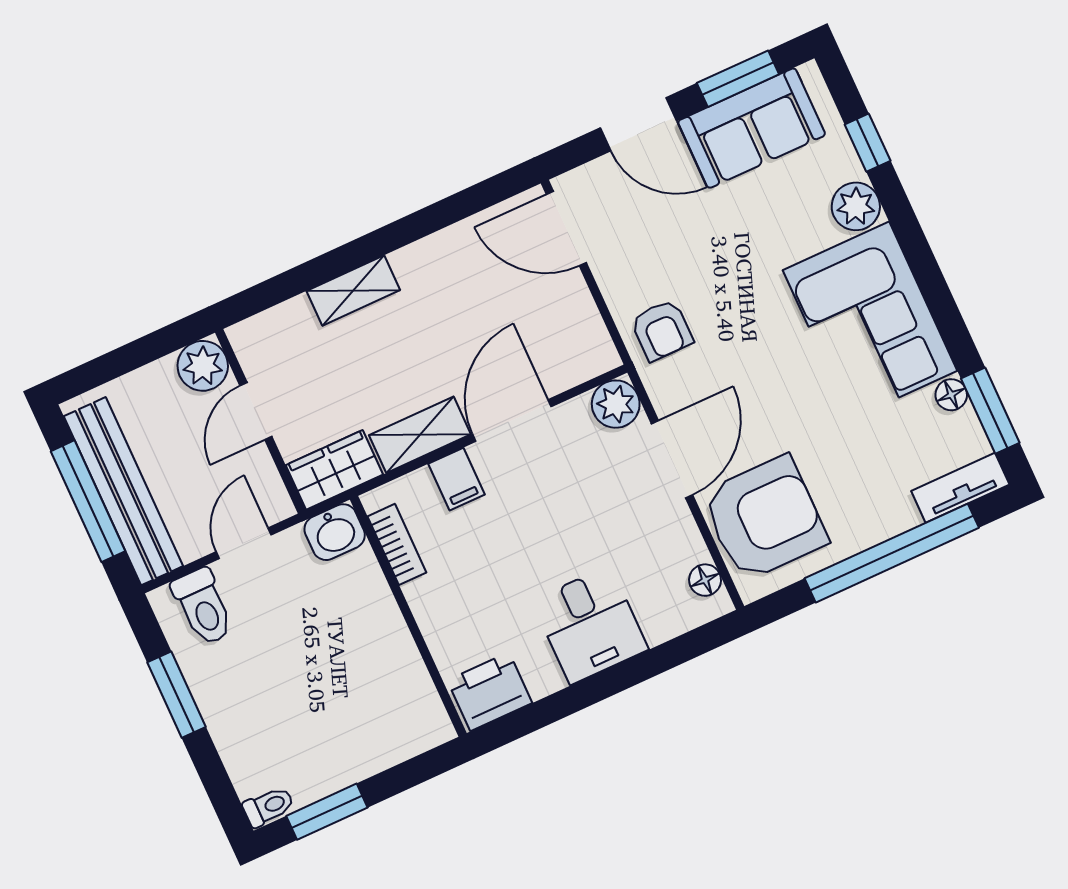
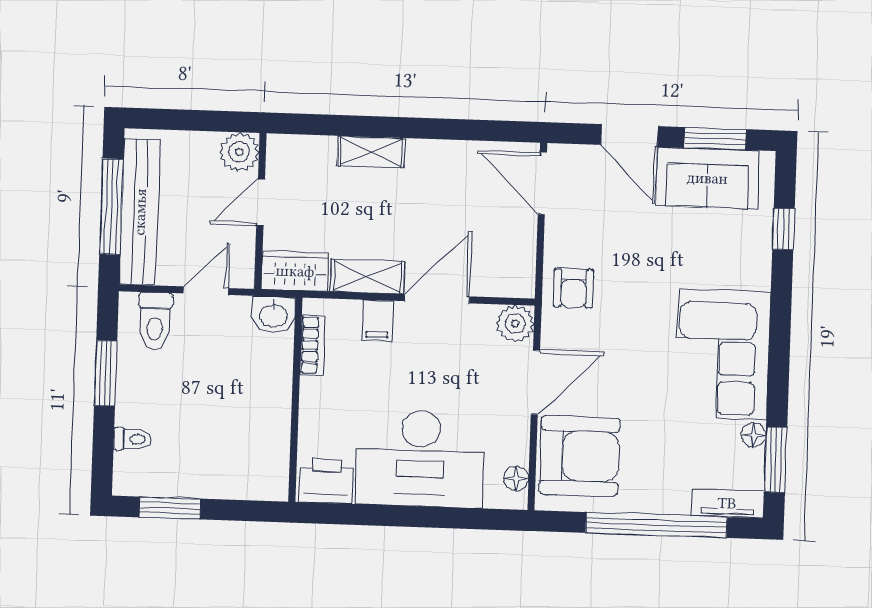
plant: (856, 206) -> (753, 269), removed
desk: (590, 625) -> (420, 459), width x1.87, depth x1.30
toilet: (269, 807) -> (132, 439), moved

